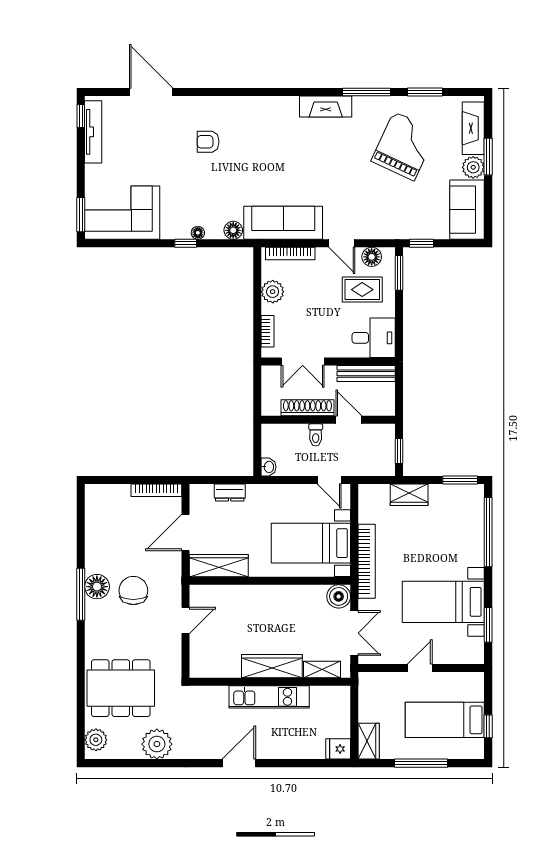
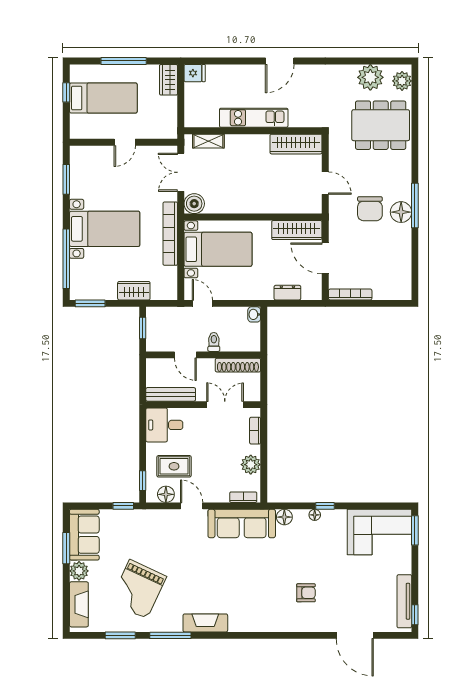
window: (488, 157) -> (66, 548), moved
bookcase: (290, 253) -> (243, 497), width x0.64
window: (399, 273) -> (143, 481), width x0.67
shoe rack: (307, 408) -> (238, 365), moved
door: (186, 532) -> (325, 258), swing flipped
bed with nightstands: (443, 602) -> (105, 229), moved
door: (186, 620) -> (325, 183), swing flipped
wardrobe: (272, 666) -> (296, 144), moved
plant: (157, 744) -> (370, 77), moved

